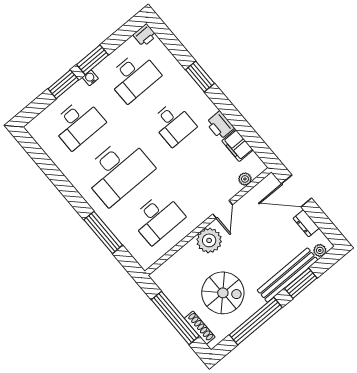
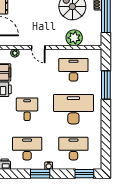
window: (63, 84) -> (84, 174), moved
door: (223, 209) -> (38, 47), swing flipped
plant: (209, 240) -> (74, 38), moved

